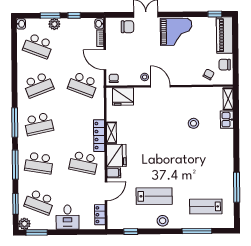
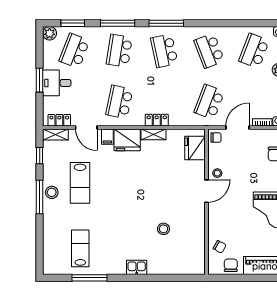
shelving: (228, 99) -> (55, 134), moved
kitchen sink: (227, 120) -> (137, 267), moved
locker: (99, 136) -> (157, 120), width x0.66
lab bench: (206, 207) -> (80, 248), moved
window: (197, 231) -> (40, 197), moved
window: (37, 232) -> (40, 80), moved

